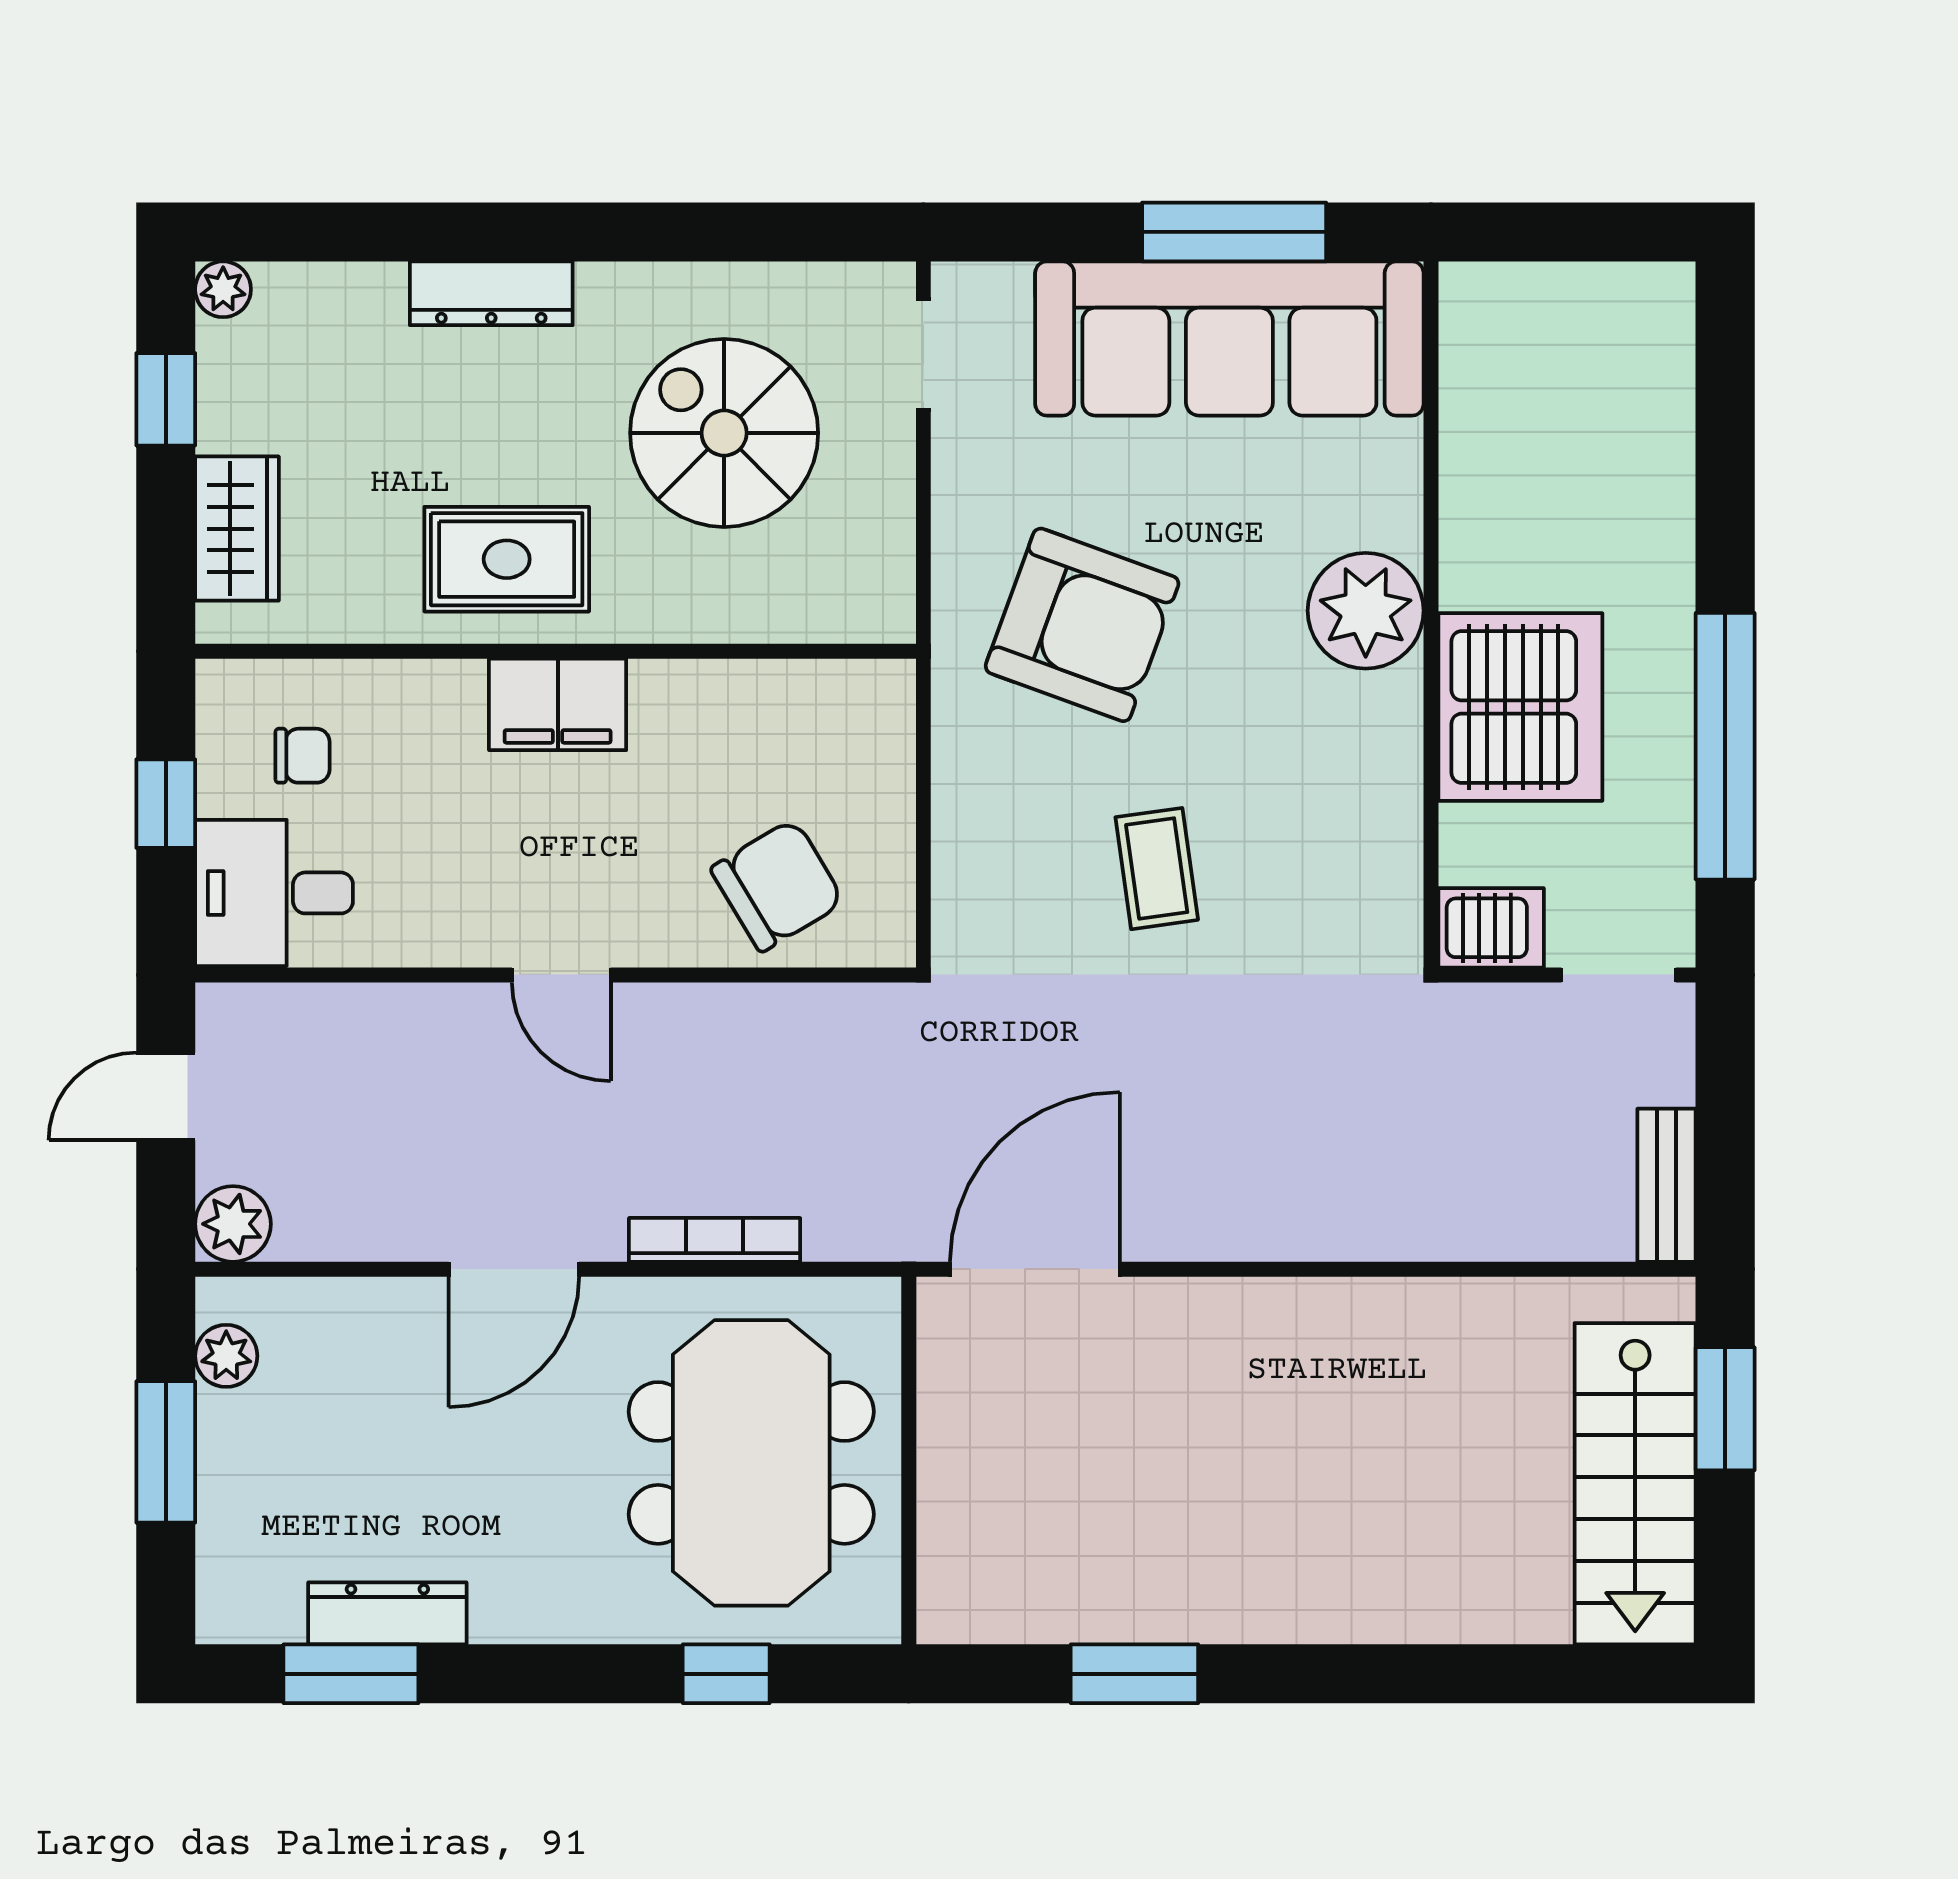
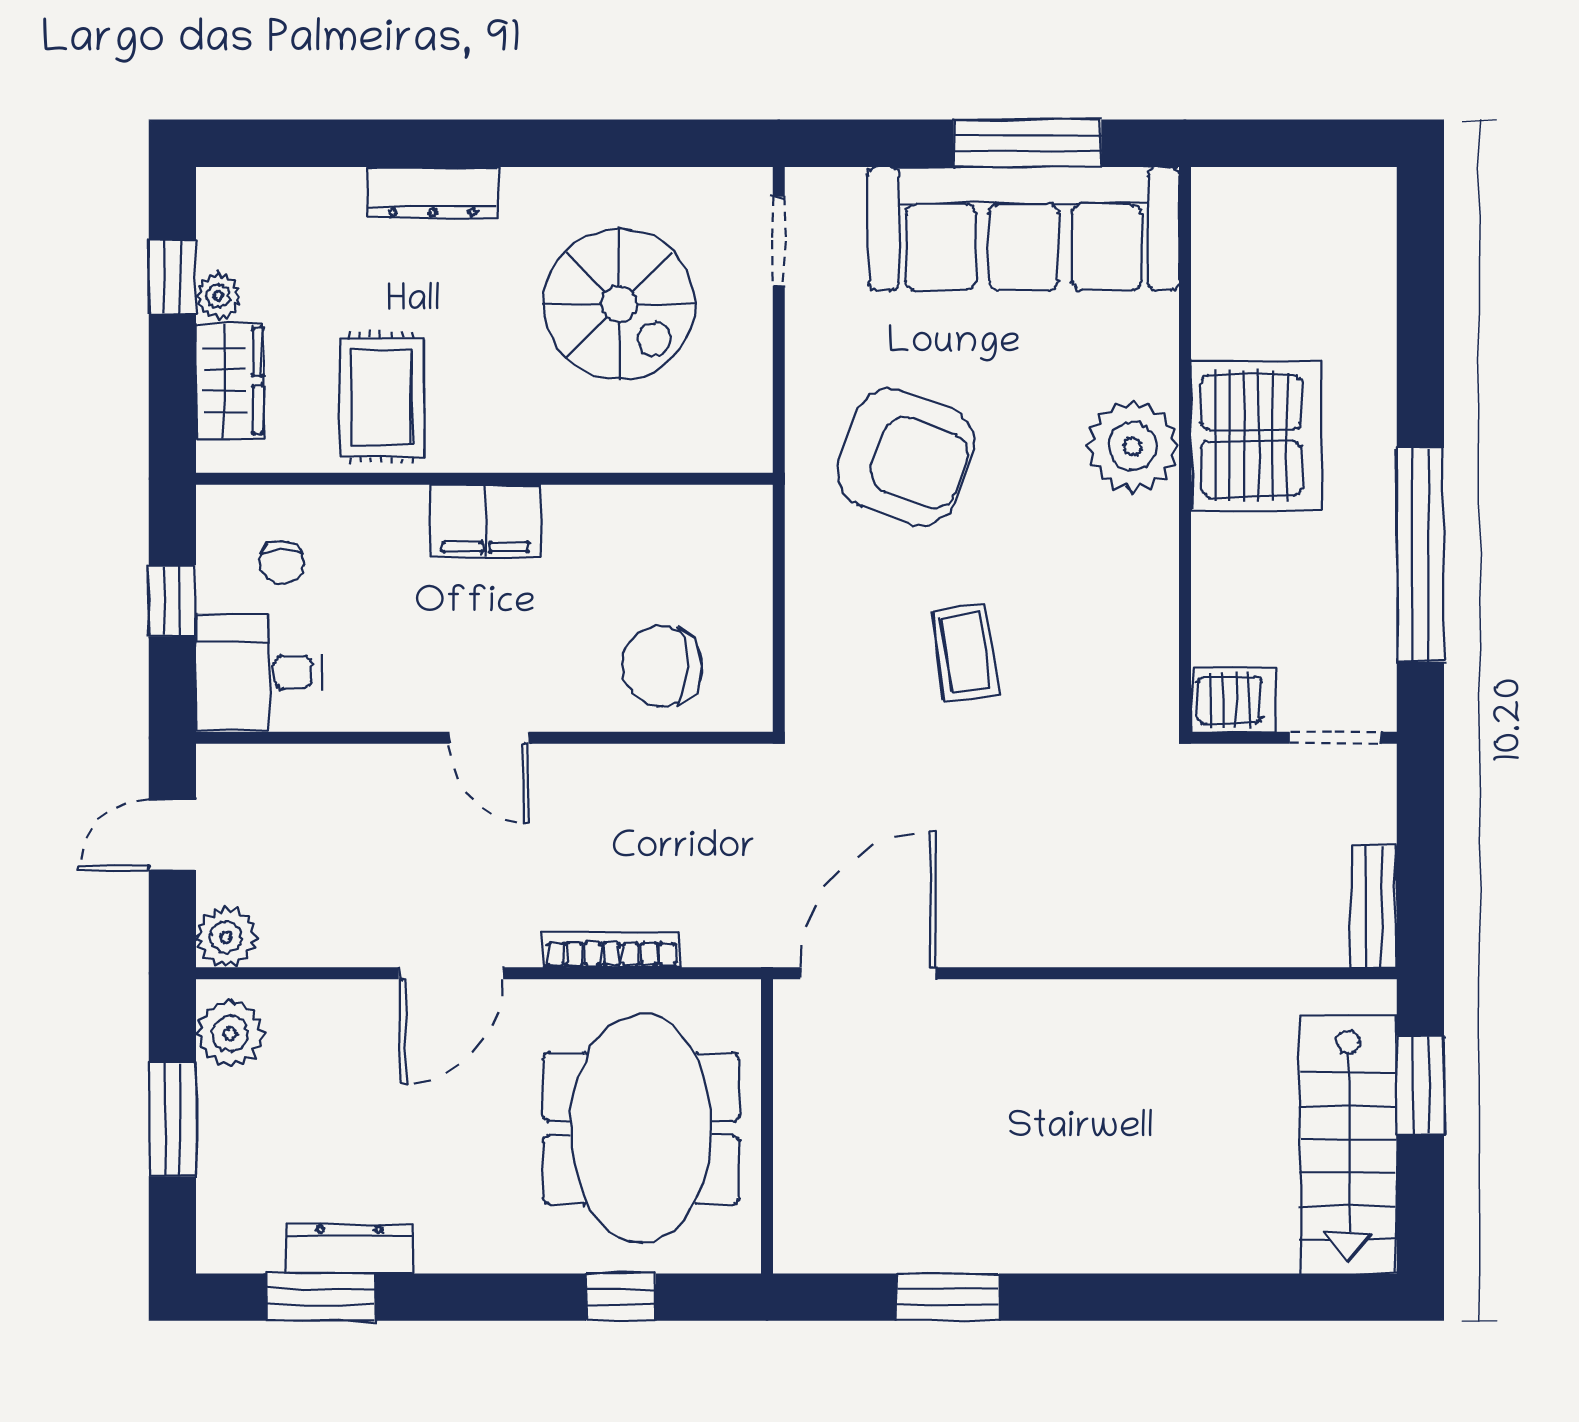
plant: (223, 289) -> (218, 296), moved
spiral stairs: (724, 433) -> (619, 304), turned 180
rug: (507, 559) -> (381, 398), moved, turned 90
server rack: (1520, 707) -> (1256, 435), moved
chair: (303, 756) -> (282, 562), turned 90
chair: (778, 885) -> (662, 666), turned -149
plant: (226, 1356) -> (230, 1033), width x1.38, depth x1.38

